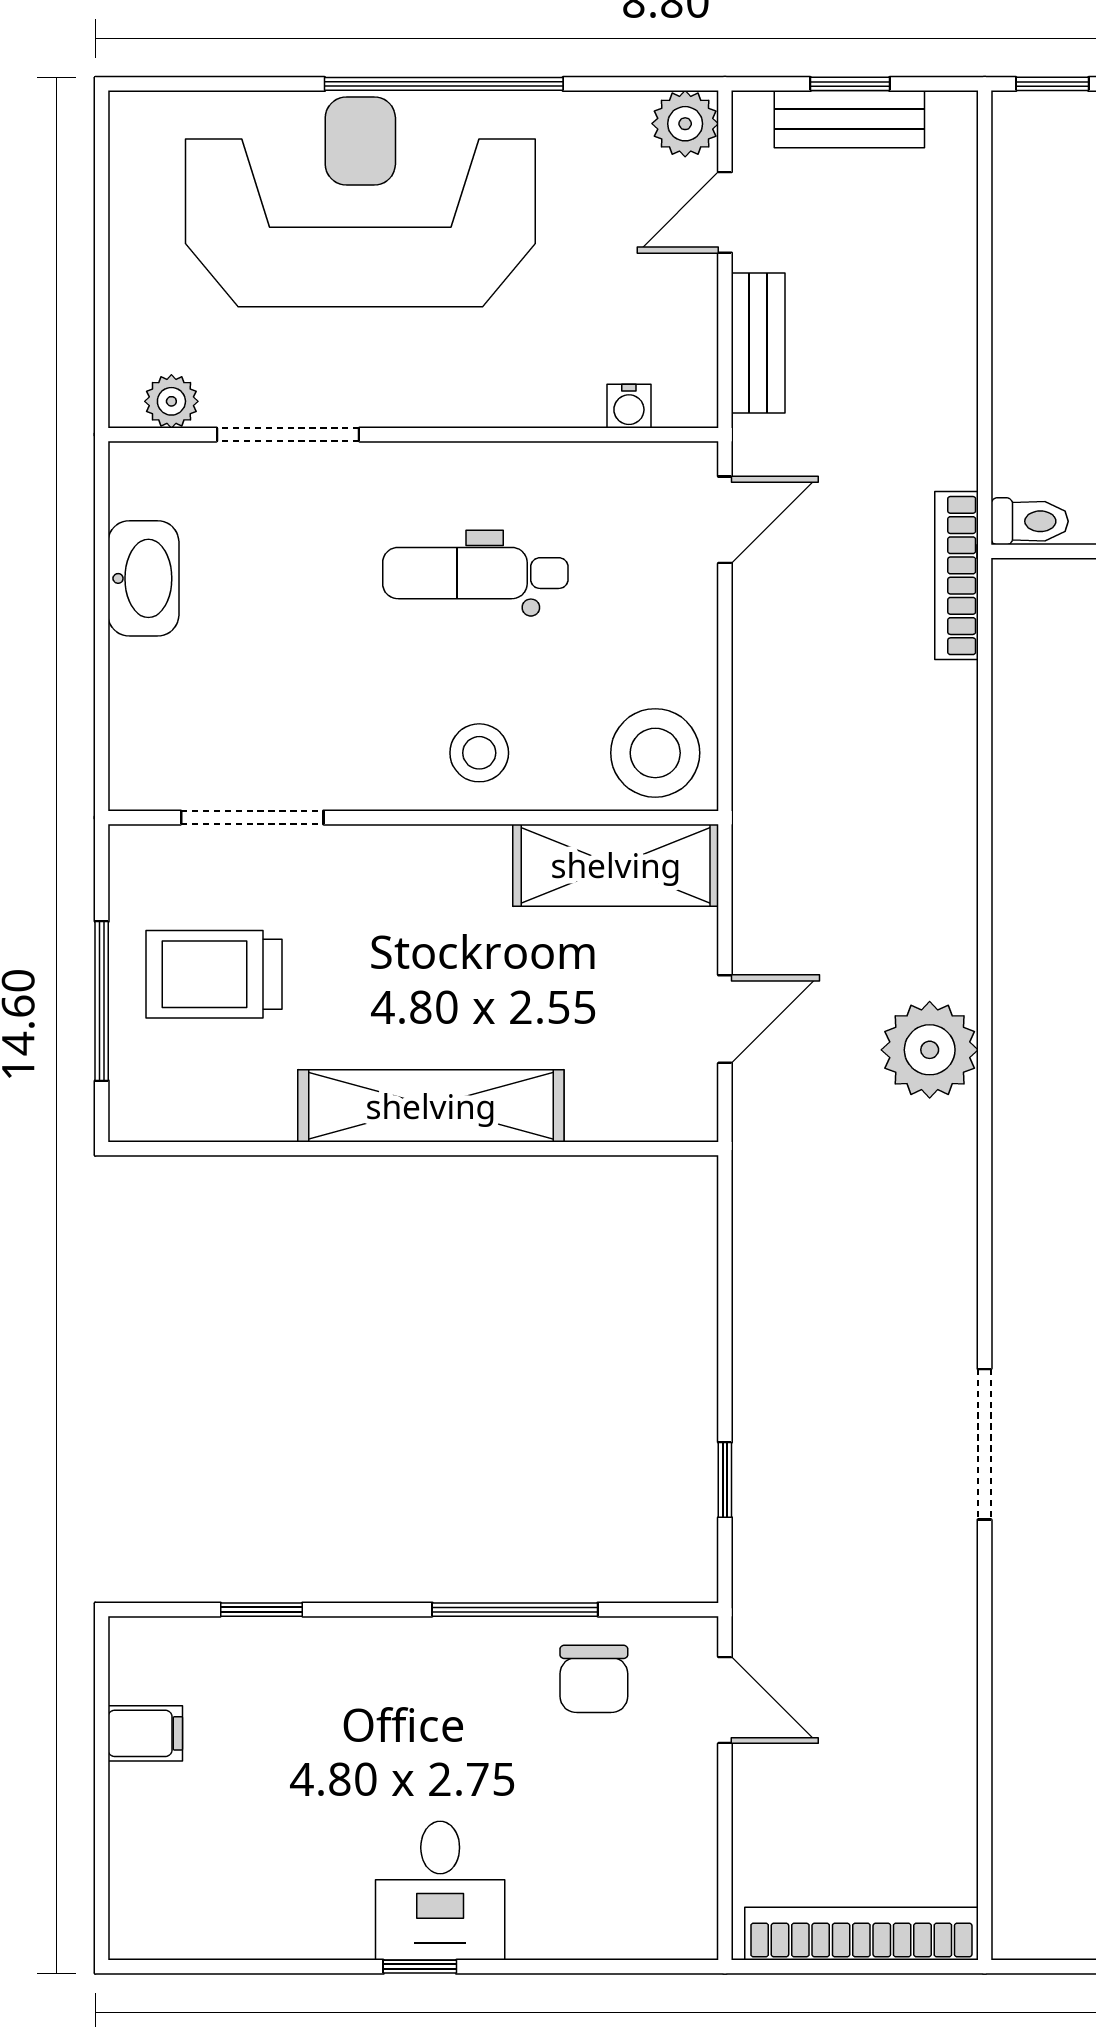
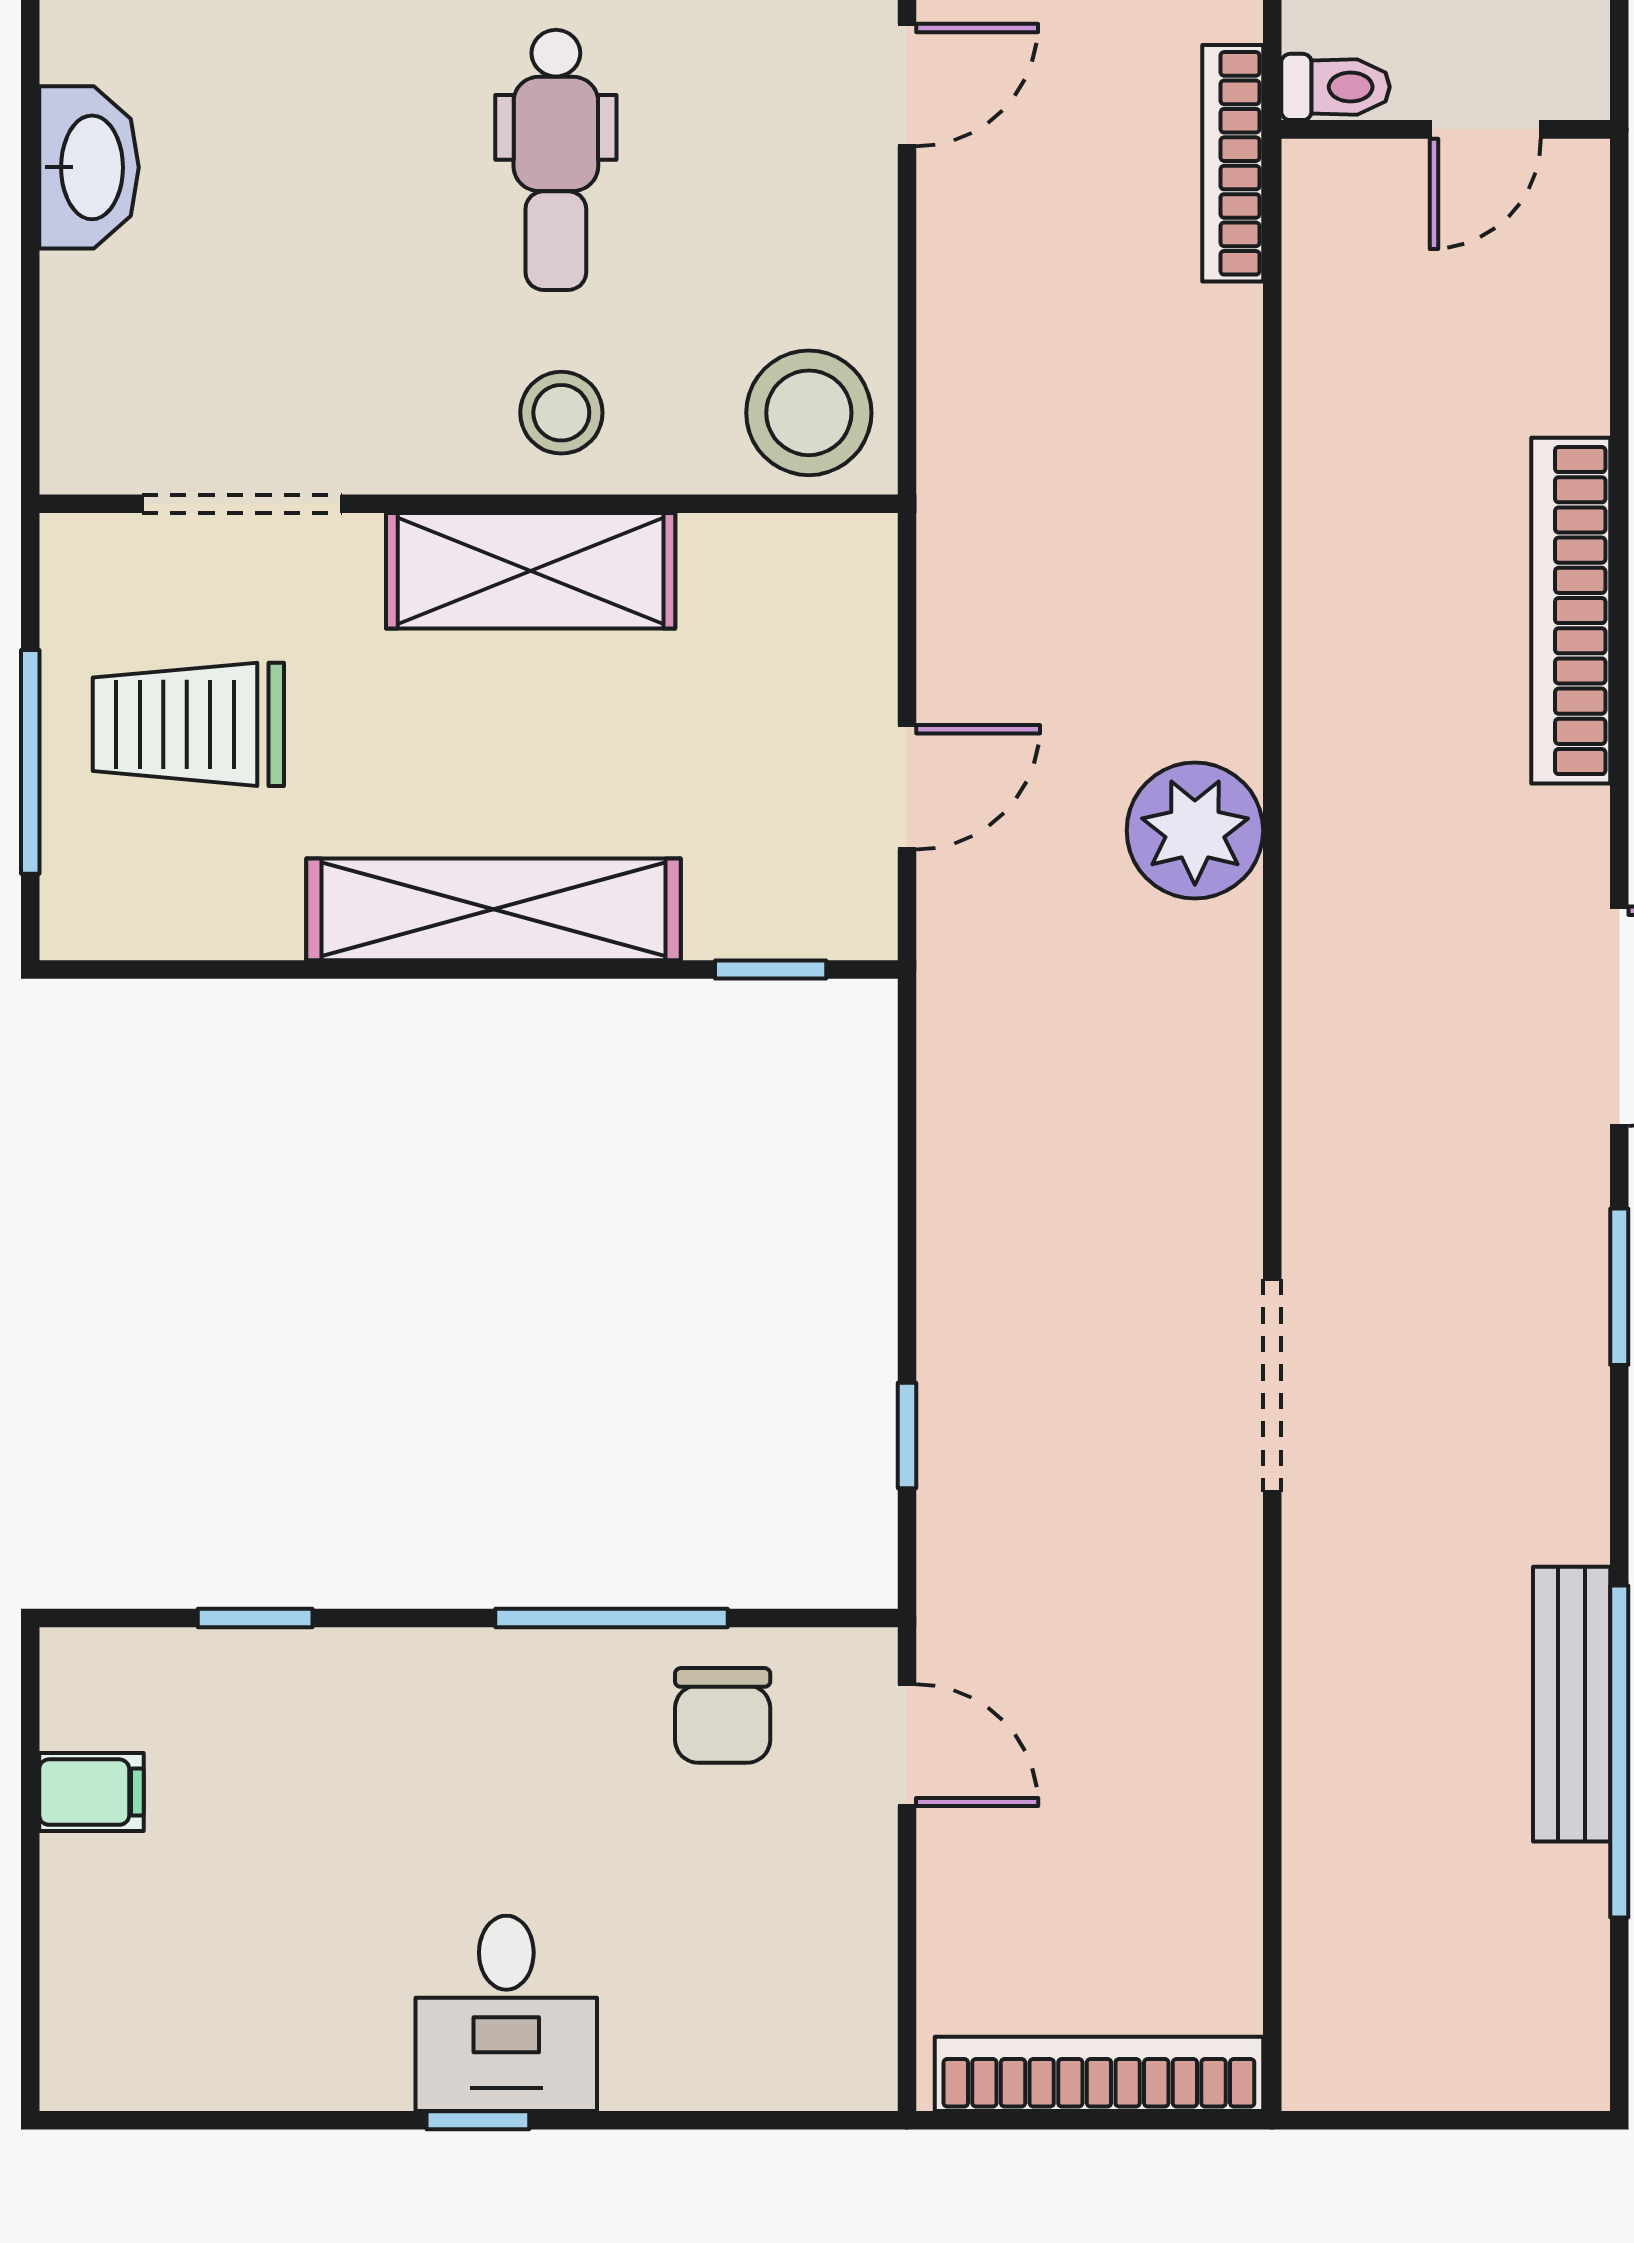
dental chair: (475, 573) -> (556, 160), turned -90
shelving: (616, 865) -> (531, 571), moved
window: (628, 1149) -> (771, 970), added

